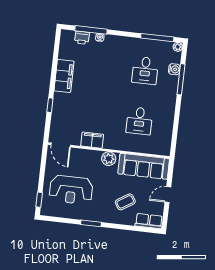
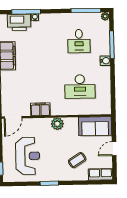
printer: (82, 38) -> (19, 22), width x1.87, depth x1.48
water cooler: (174, 69) -> (105, 61), moved
desk: (139, 121) -> (80, 87), width x1.37
door: (61, 145) -> (13, 117), hinge flipped
sofa: (144, 166) -> (95, 126), width x0.73
reception desk: (71, 190) -> (28, 156), turned -90

